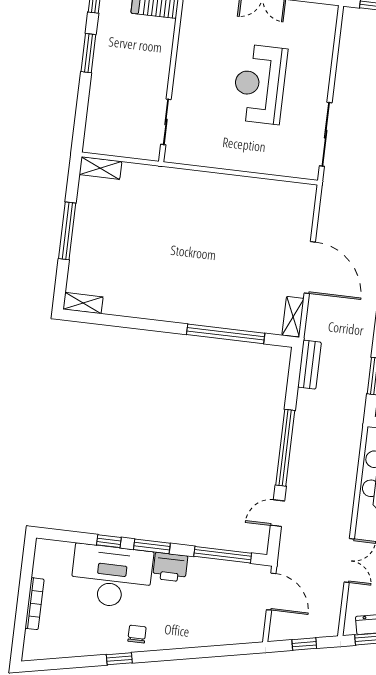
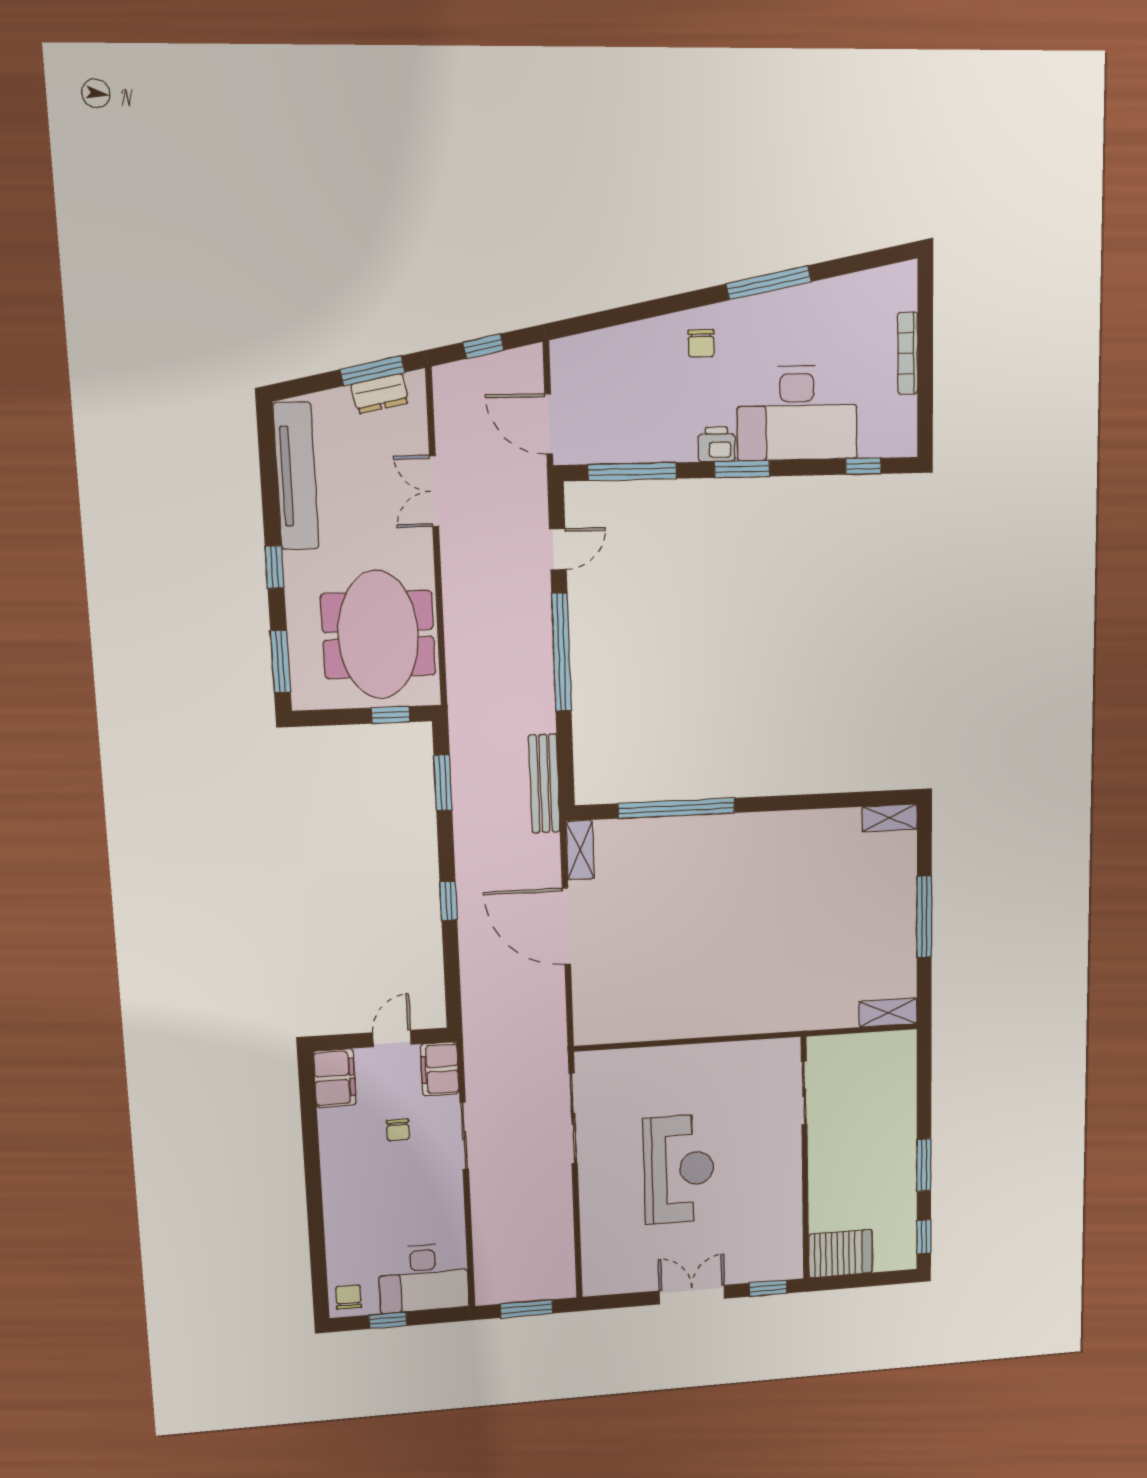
bench: (309, 365) -> (544, 784), width x1.36
window: (109, 541) -> (863, 466), moved
printer: (170, 567) -> (717, 444), width x0.73, depth x0.81
chair: (137, 634) -> (701, 343), moved
window: (119, 659) -> (769, 283), width x2.17

